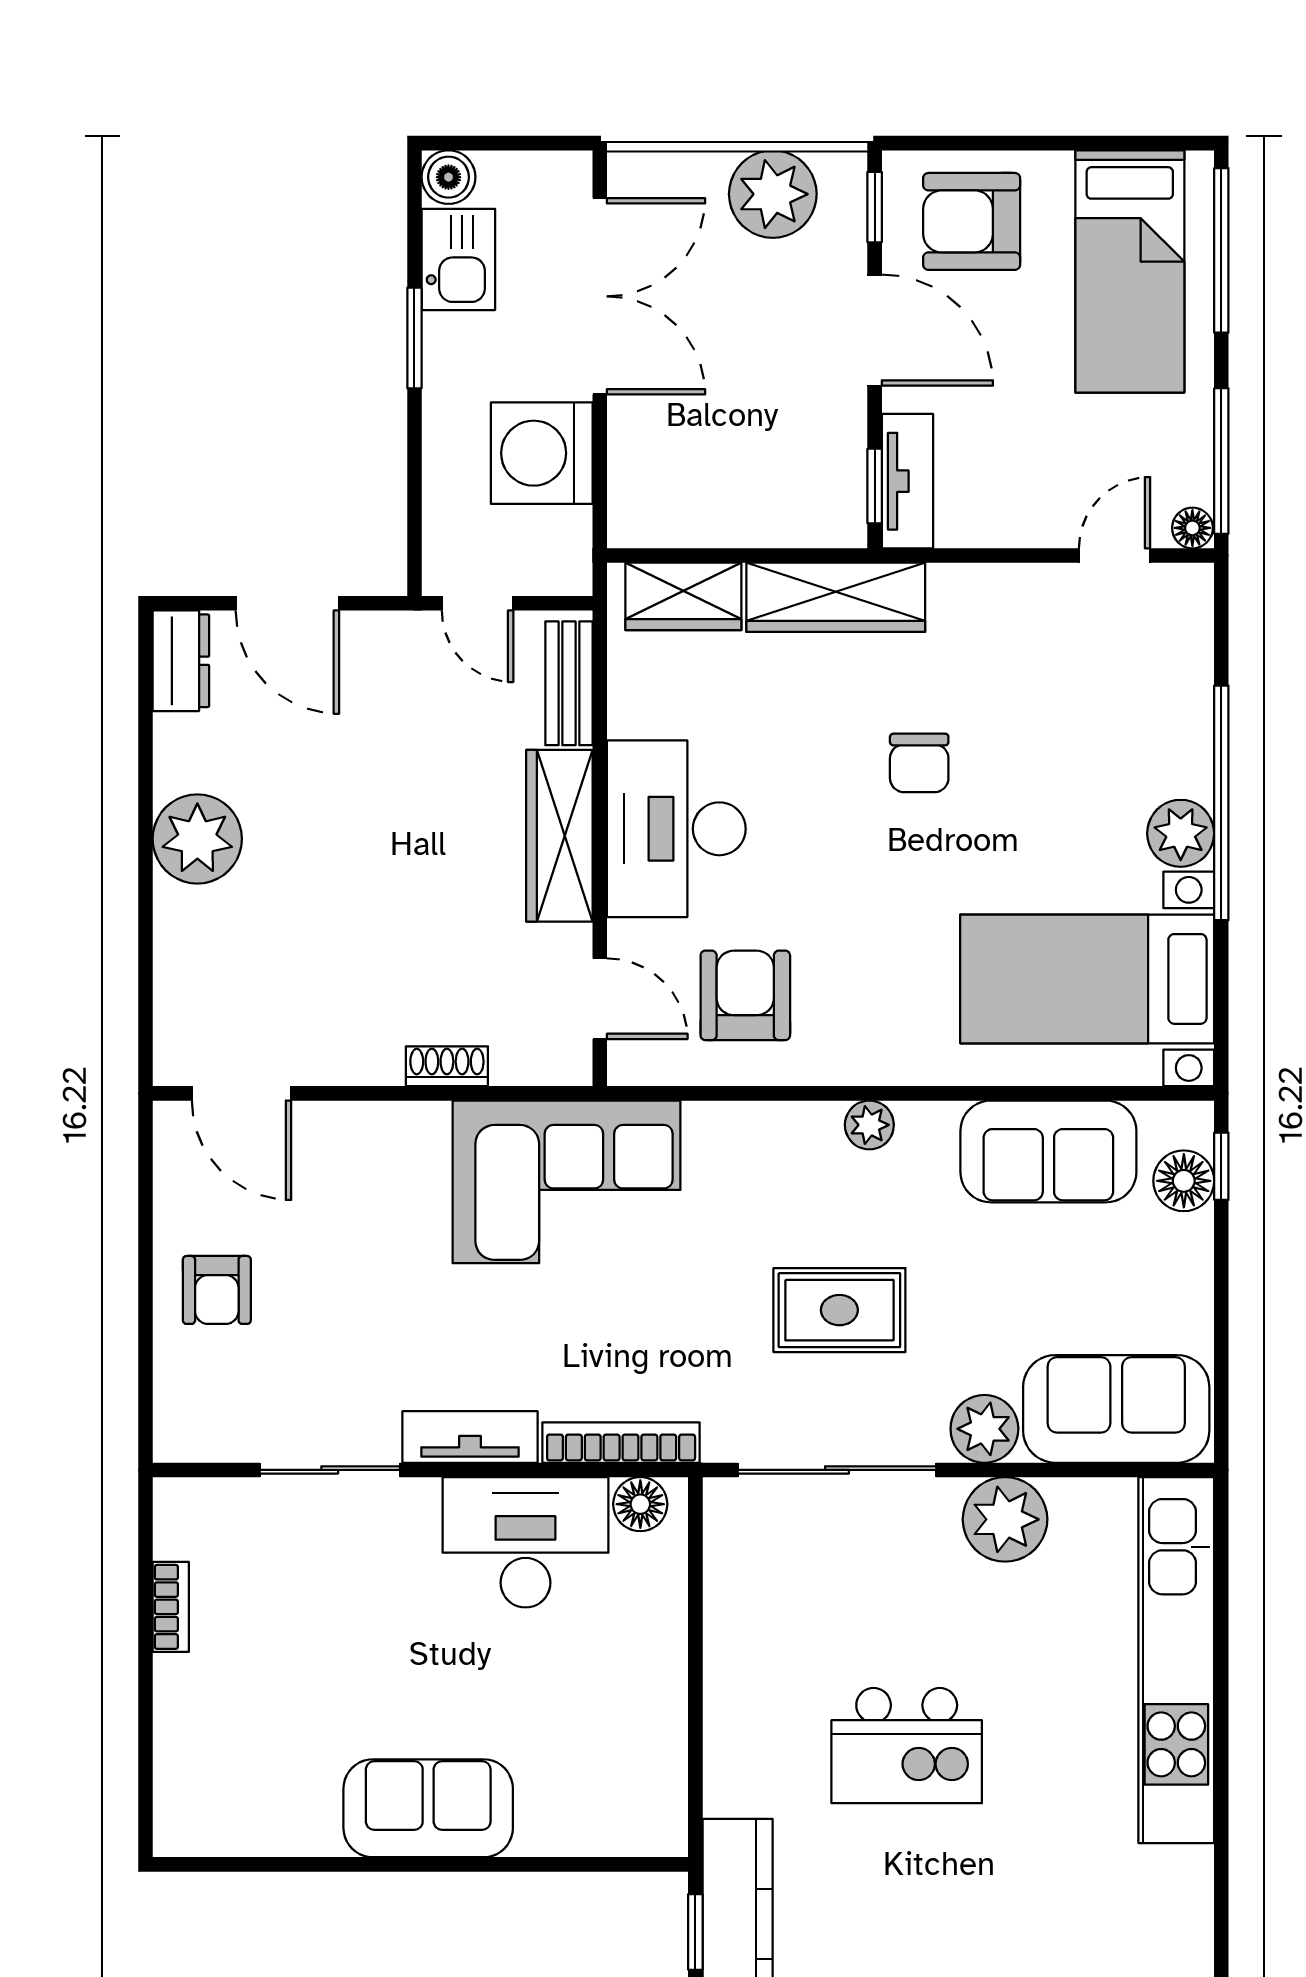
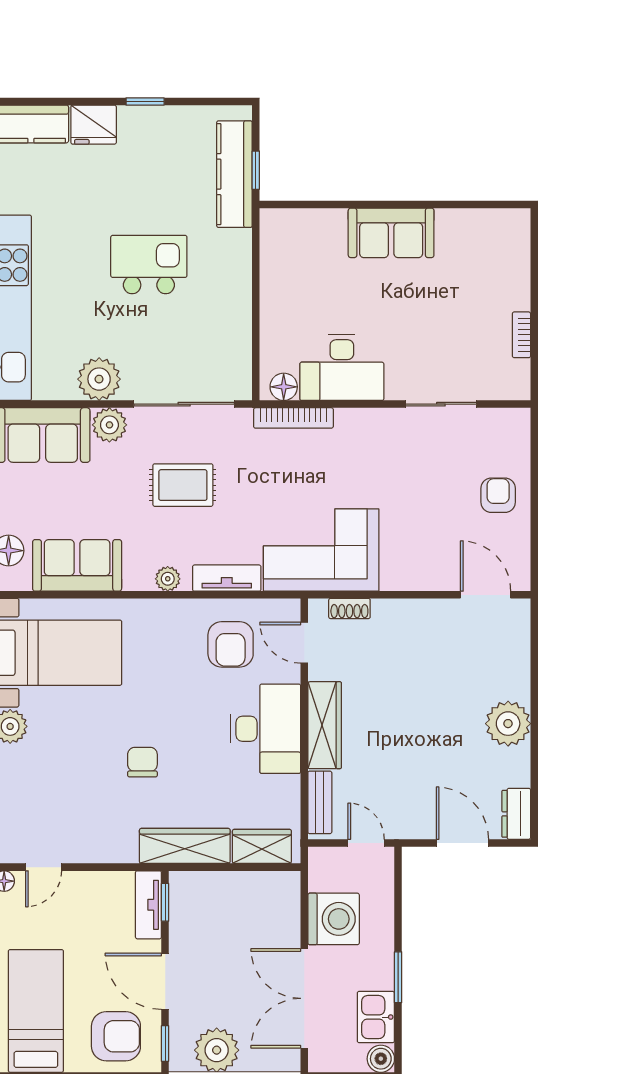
shoe rack: (447, 1066) -> (349, 608), moved
tv unit: (470, 1437) -> (227, 578), moved, turned 180

